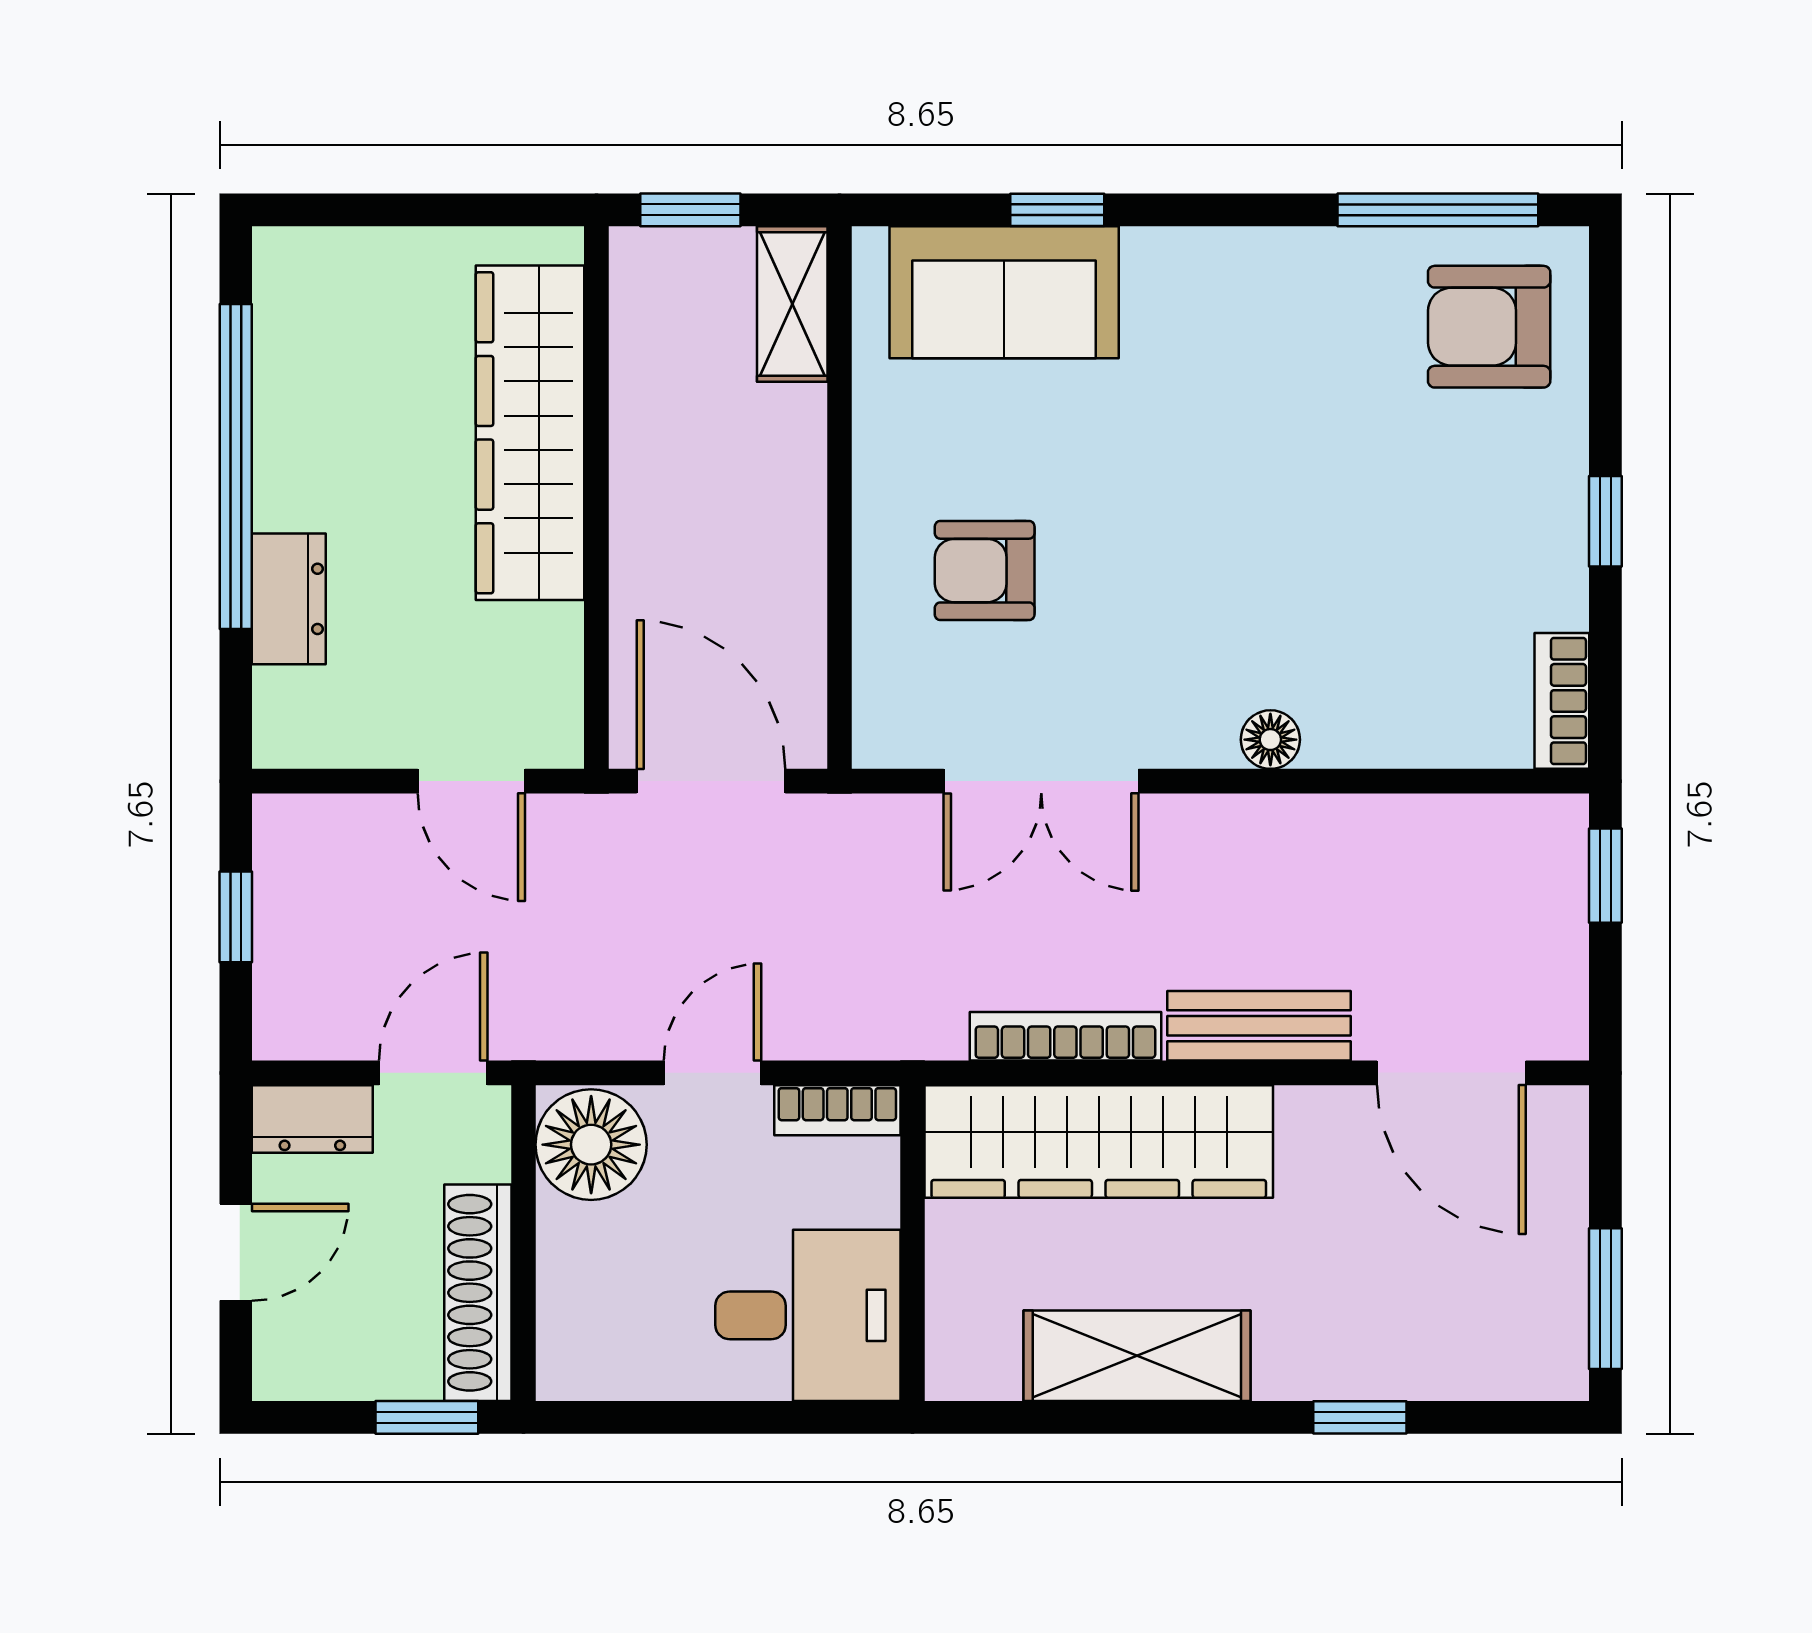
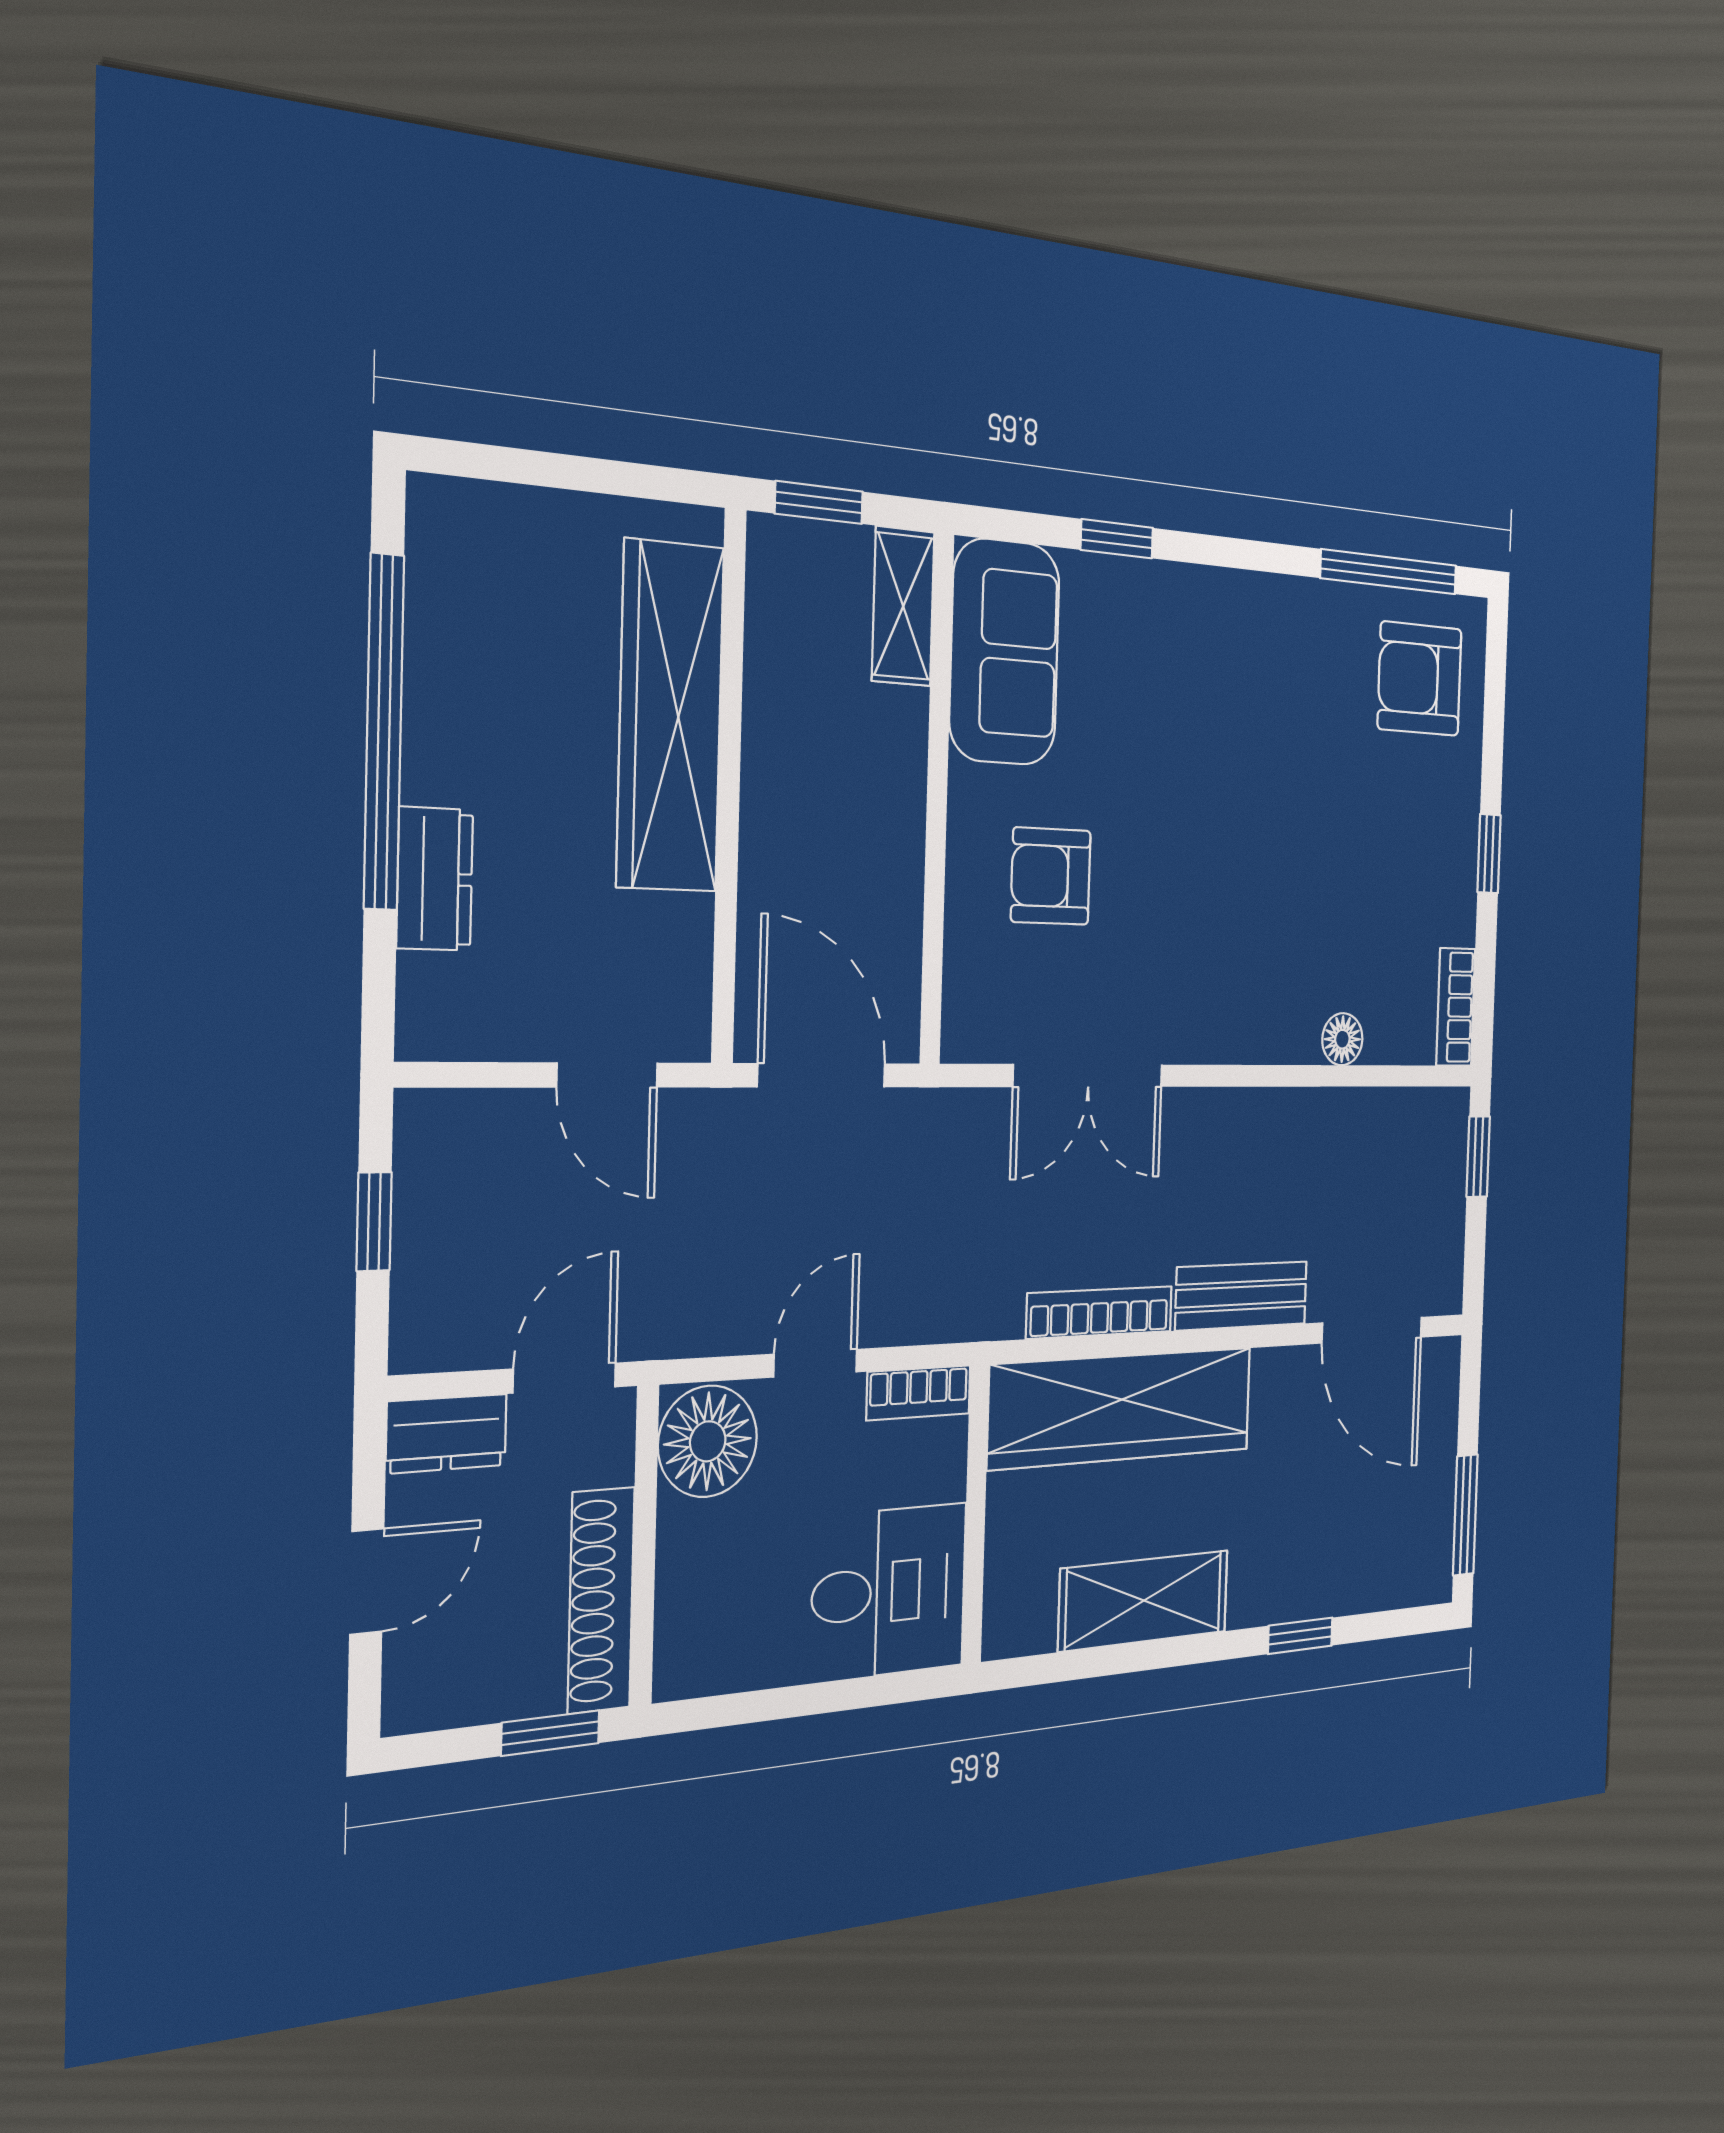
sofa: (1004, 292) -> (1005, 652), moved, turned -90
floor lamp: (1270, 740) -> (1342, 1039), moved

